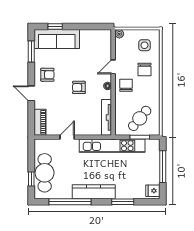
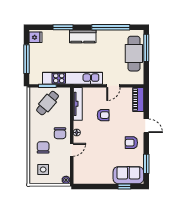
sofa: (57, 39) -> (128, 175), width x0.73
armchair: (79, 87) -> (103, 115), moved
window: (31, 179) -> (146, 48), width x2.17
kitchen counter: (94, 192) -> (83, 36), width x0.67

